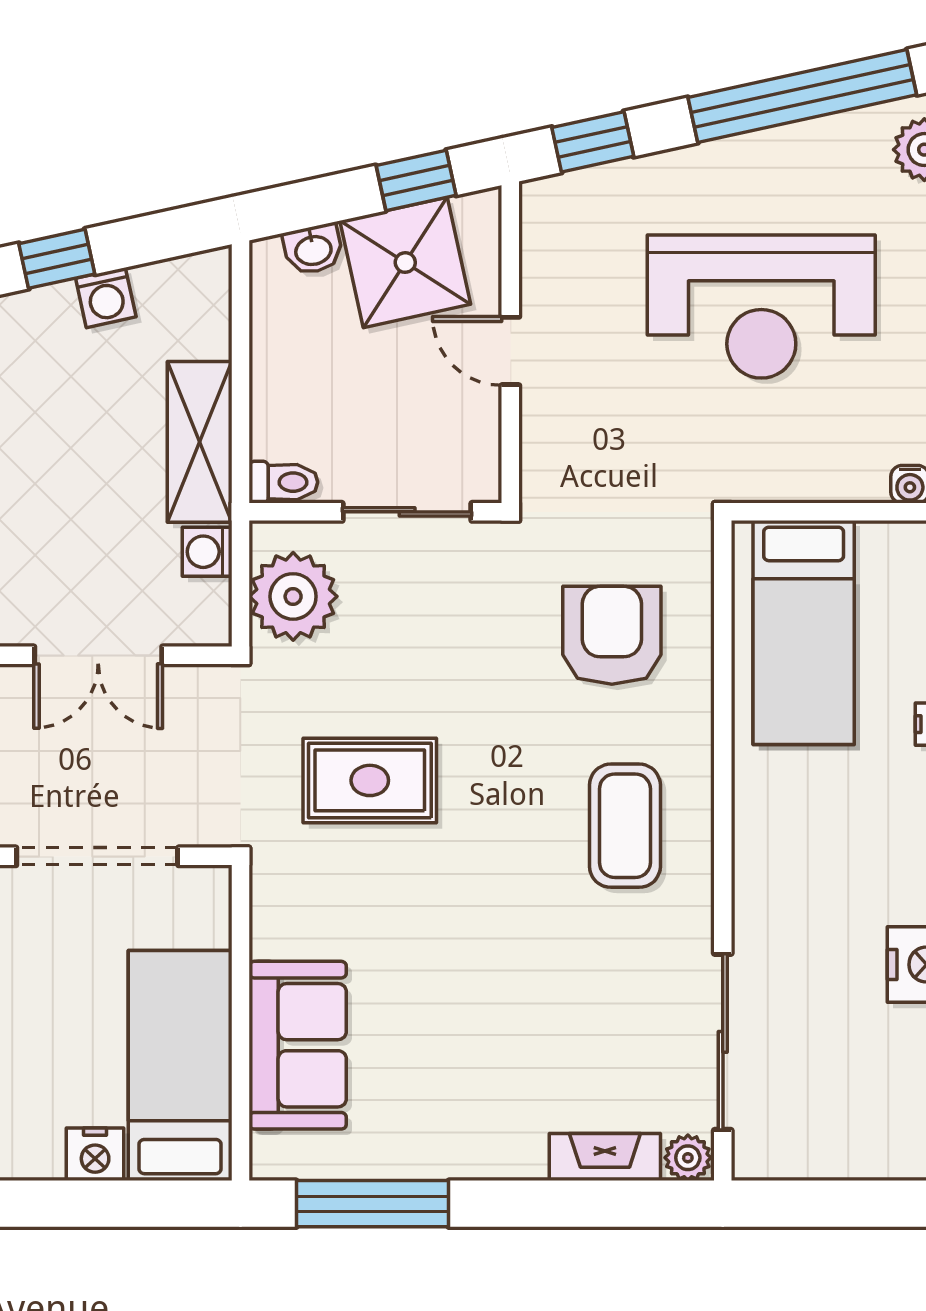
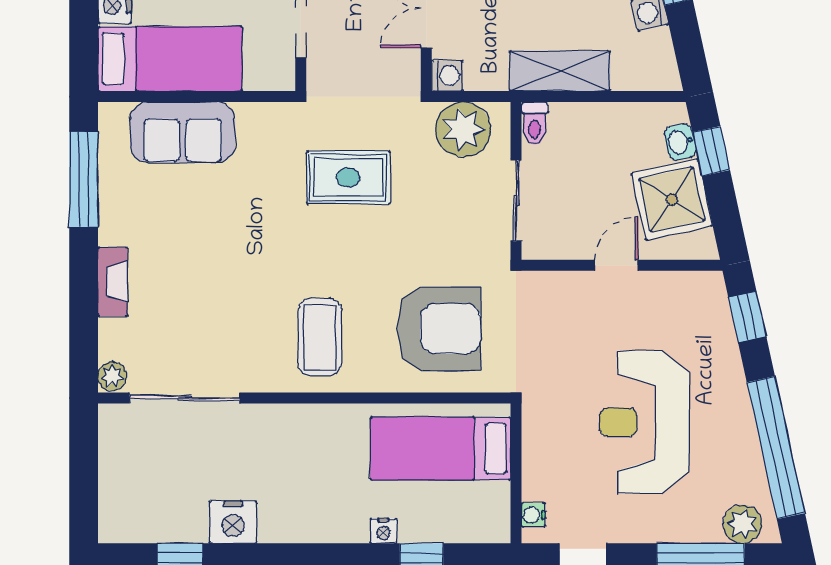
window: (416, 180) -> (711, 151), moved
washing machine: (207, 552) -> (447, 76), moved, turned 90
armchair: (612, 635) -> (439, 329), width x1.36, depth x1.36
rug: (370, 780) -> (348, 177), turned 90
coffee table: (625, 826) -> (320, 337), turned 90
fireplace: (605, 1157) -> (113, 282), moved

